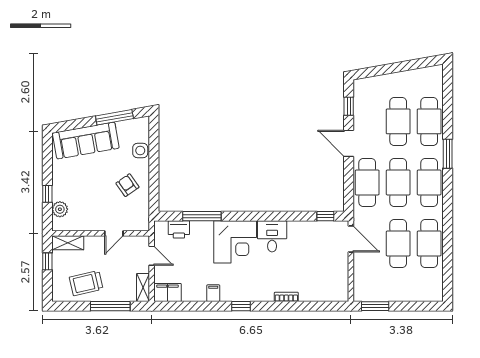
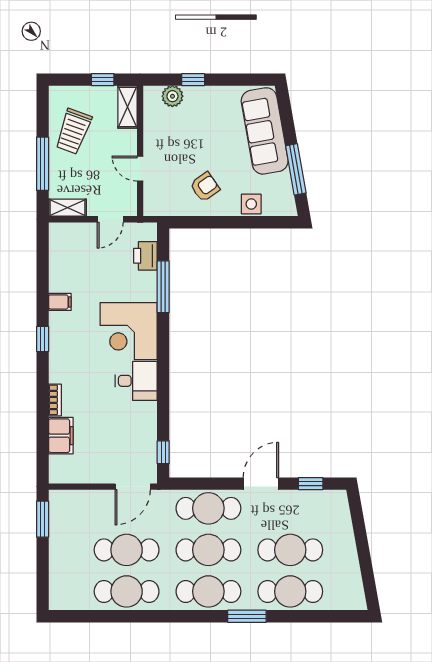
trolley: (86, 283) -> (73, 131), turned -147
filing cabinet: (168, 293) -> (61, 436), moved

